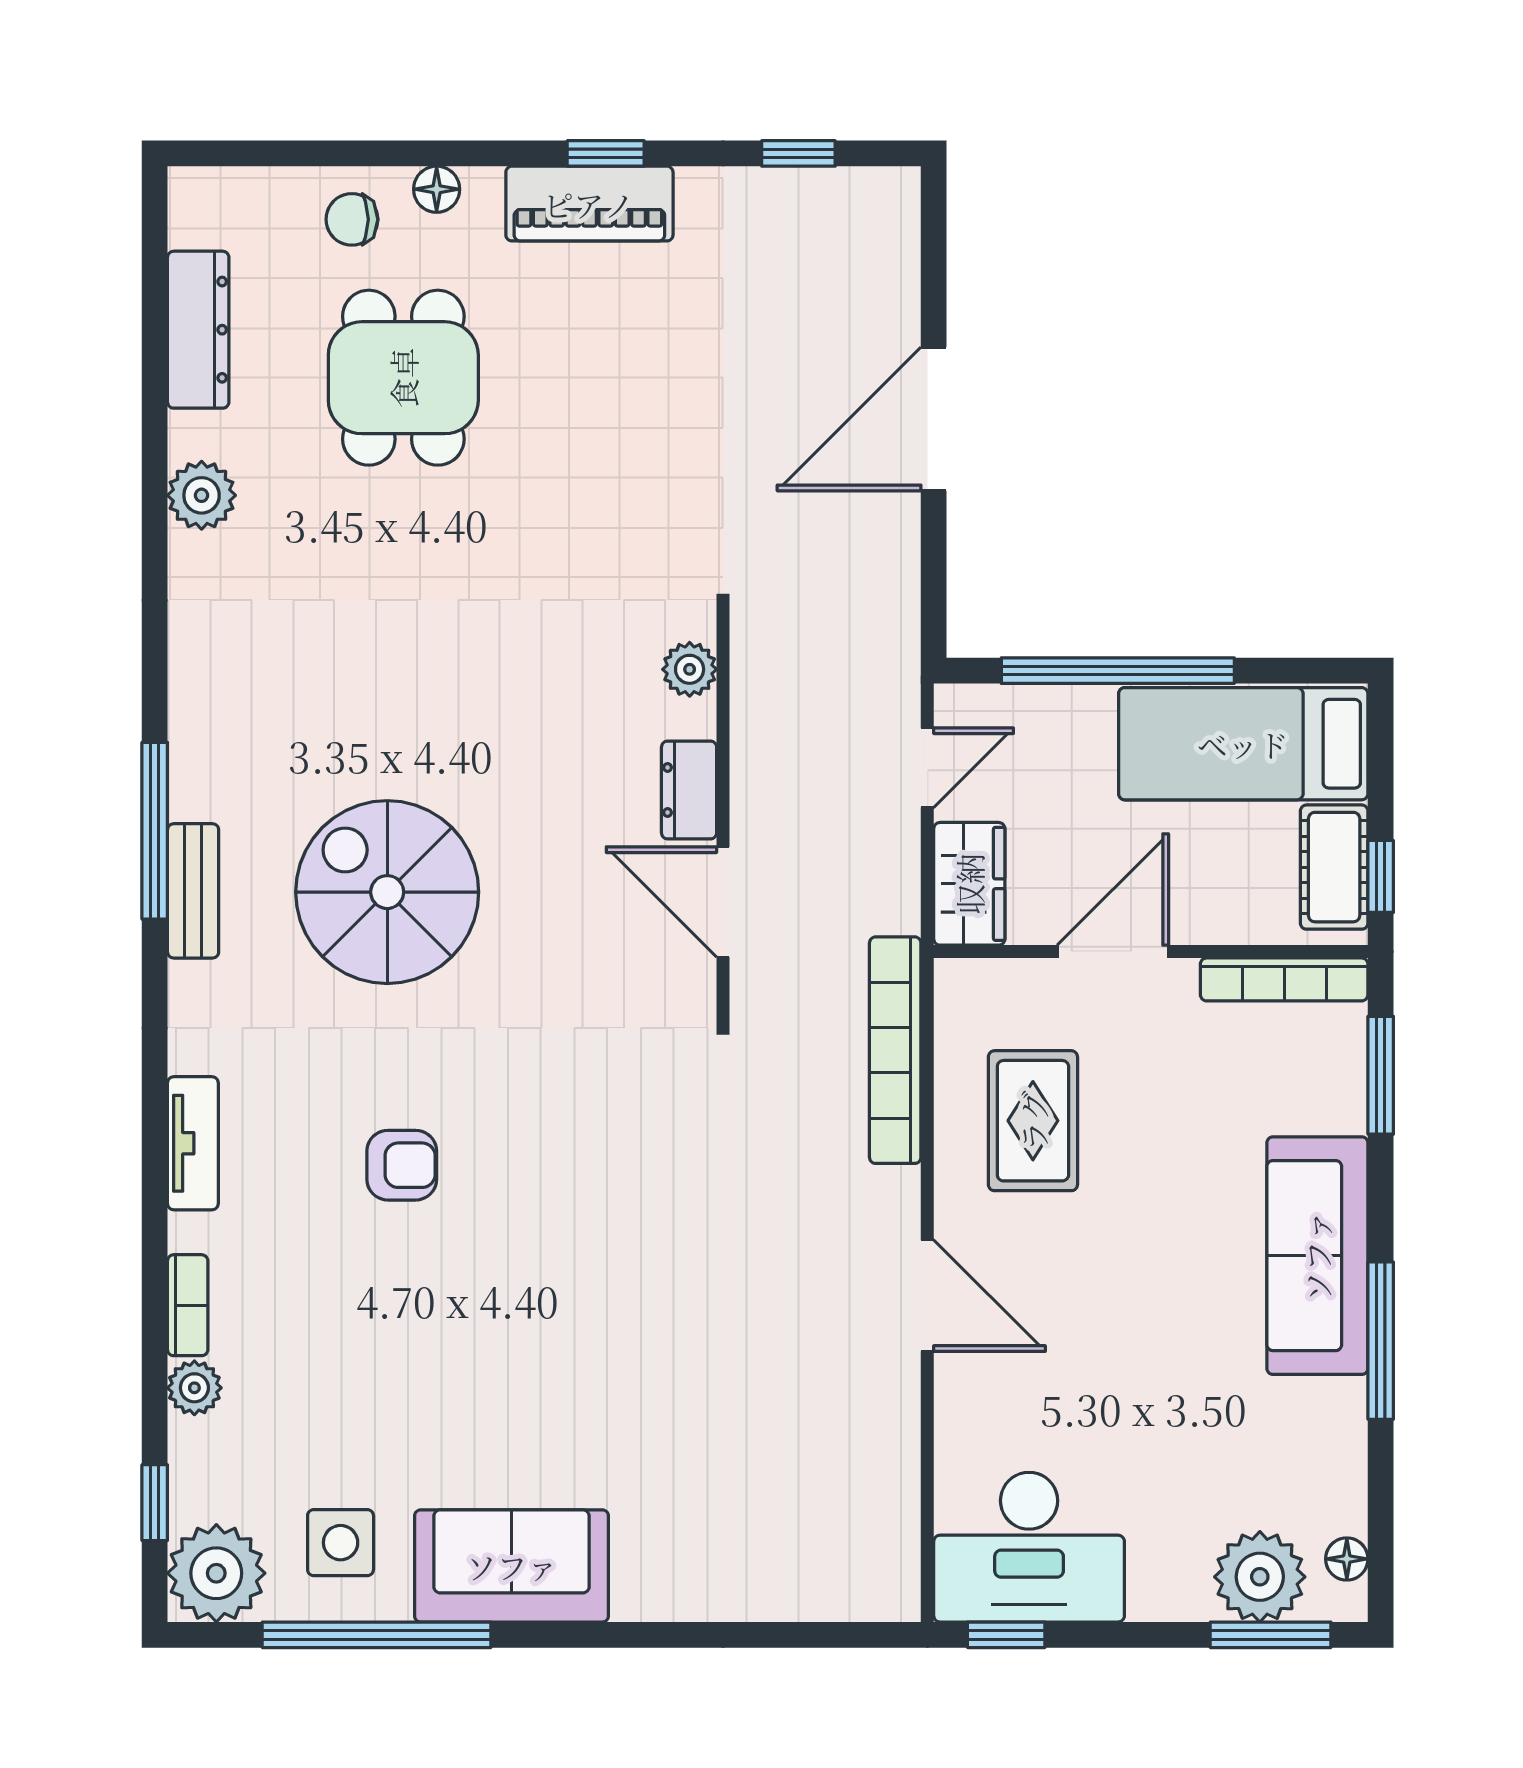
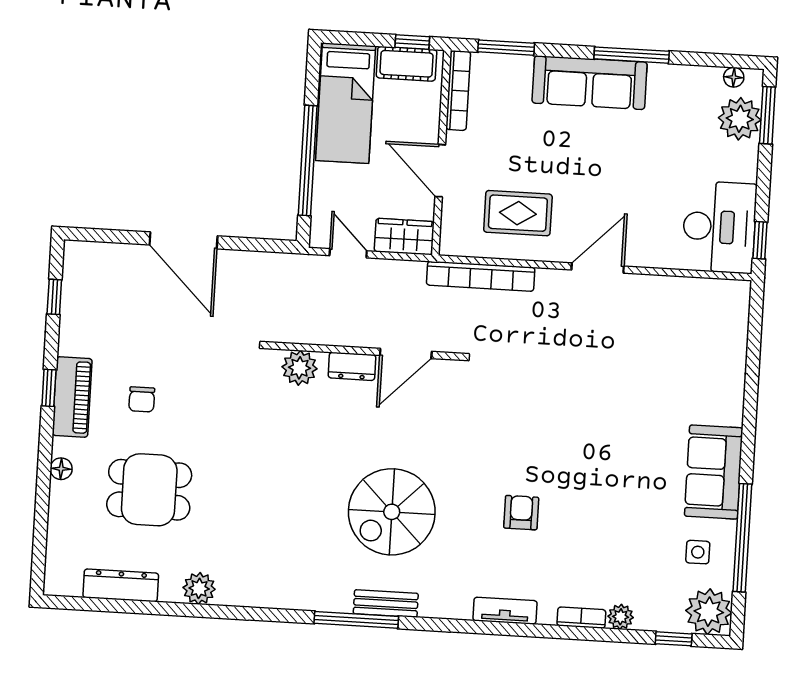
chair: (352, 219) -> (142, 399), moved
plant: (690, 669) -> (299, 368), width x1.38, depth x1.38
side table: (341, 1543) -> (698, 552), width x0.73, depth x0.73

